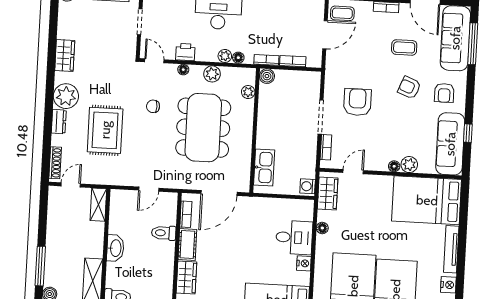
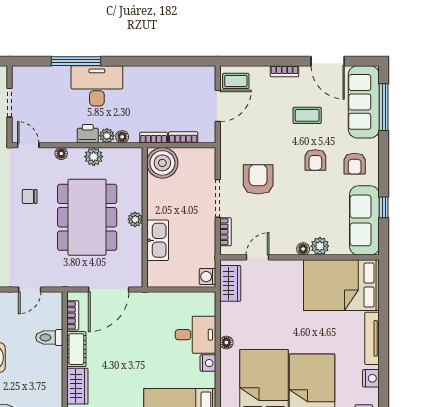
printer: (185, 52) -> (88, 134), moved
boiler: (267, 76) -> (162, 163), width x1.86, depth x1.86
armchair: (409, 88) -> (315, 160), turned -112
plant: (248, 92) -> (135, 219), moved
kitchen sink: (264, 167) -> (158, 240), moved
floor lamp: (322, 228) -> (226, 342), moved

